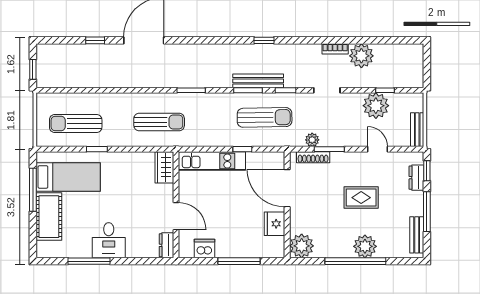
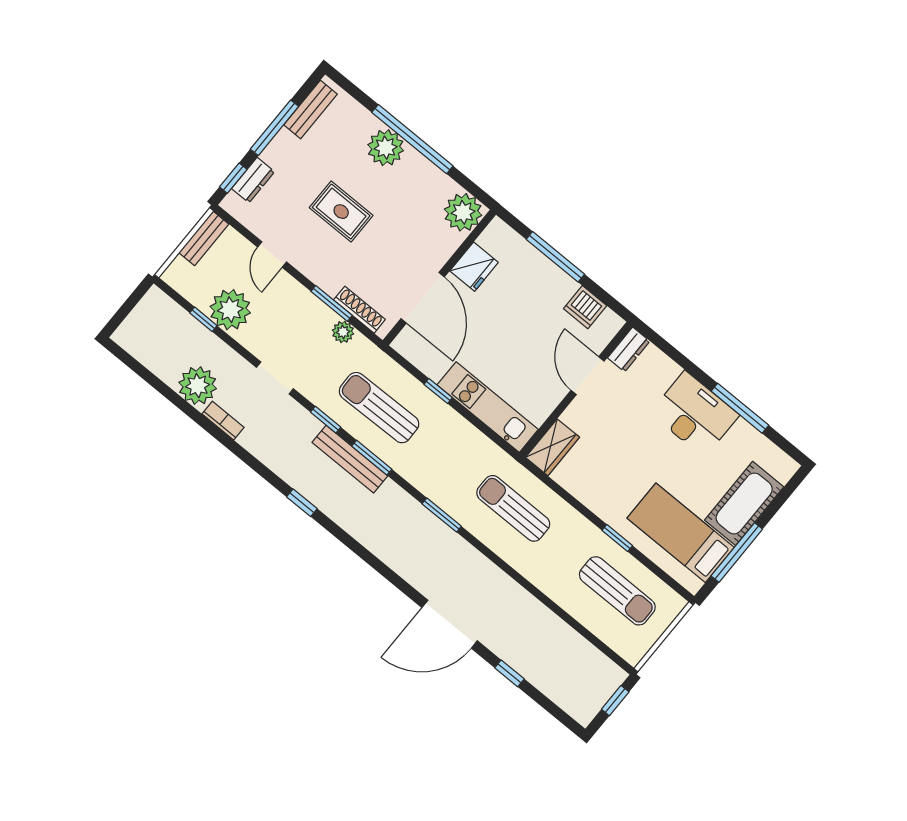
desk: (109, 240) -> (695, 414), width x1.37

